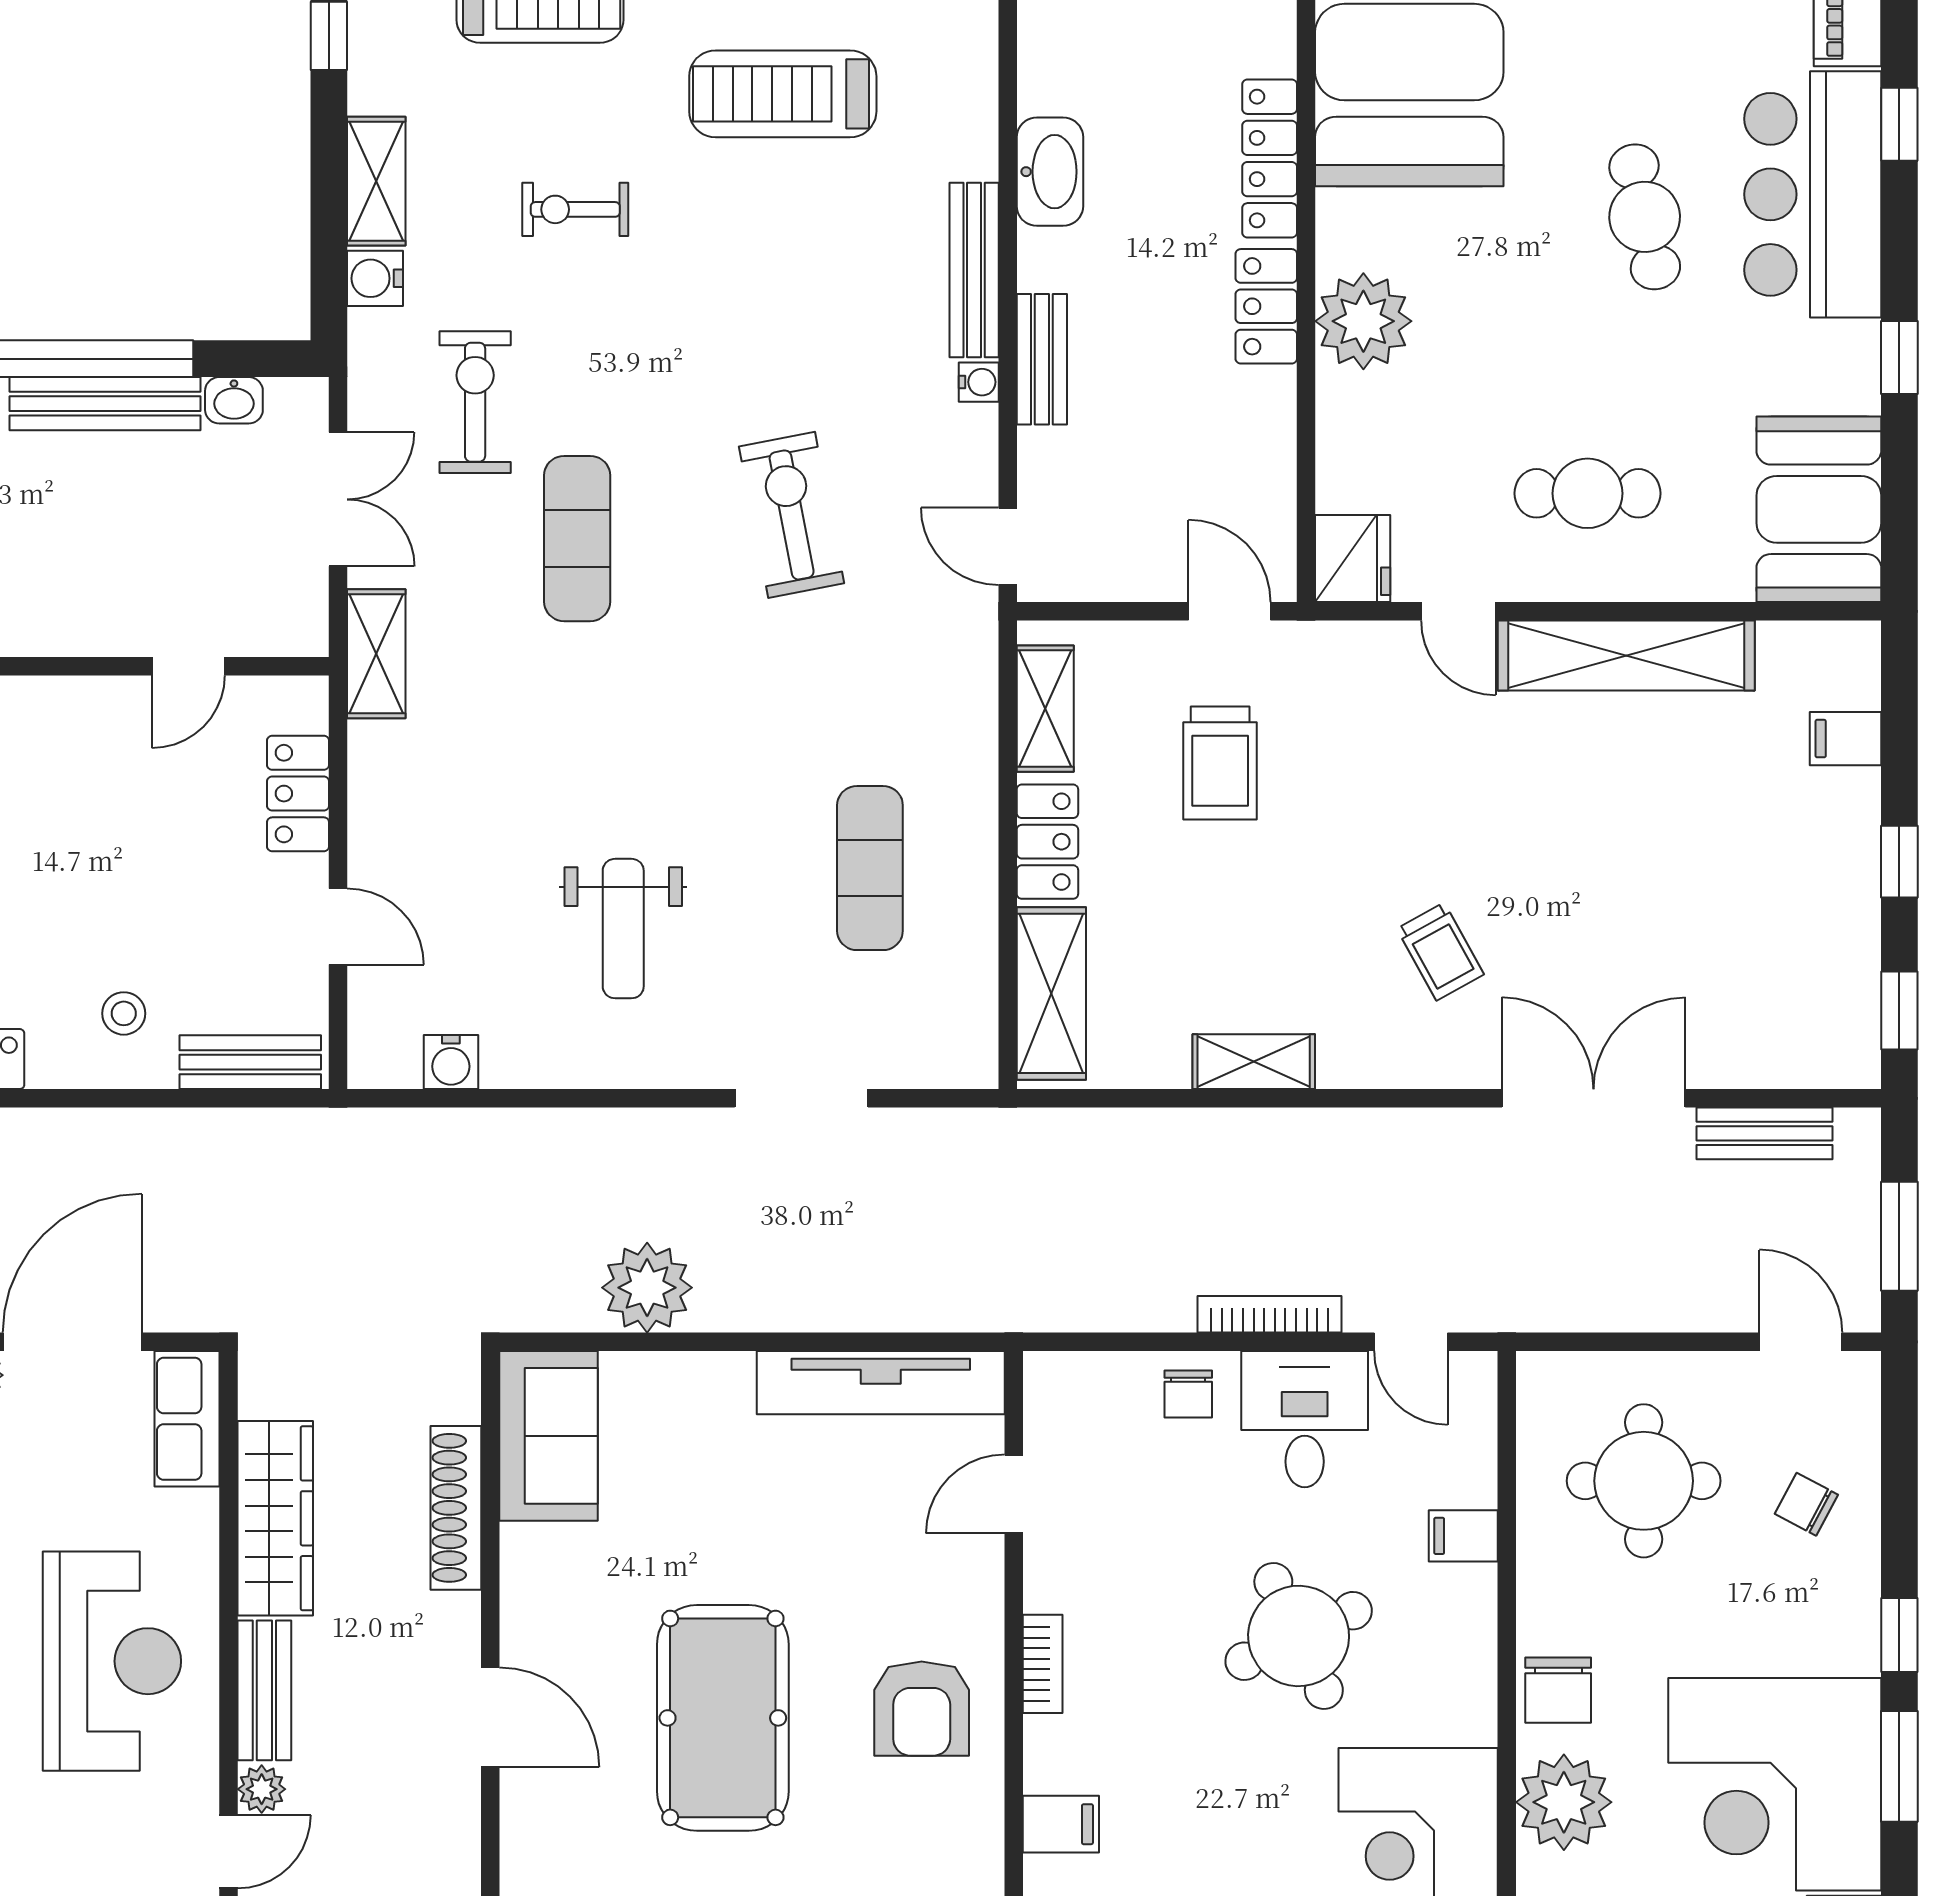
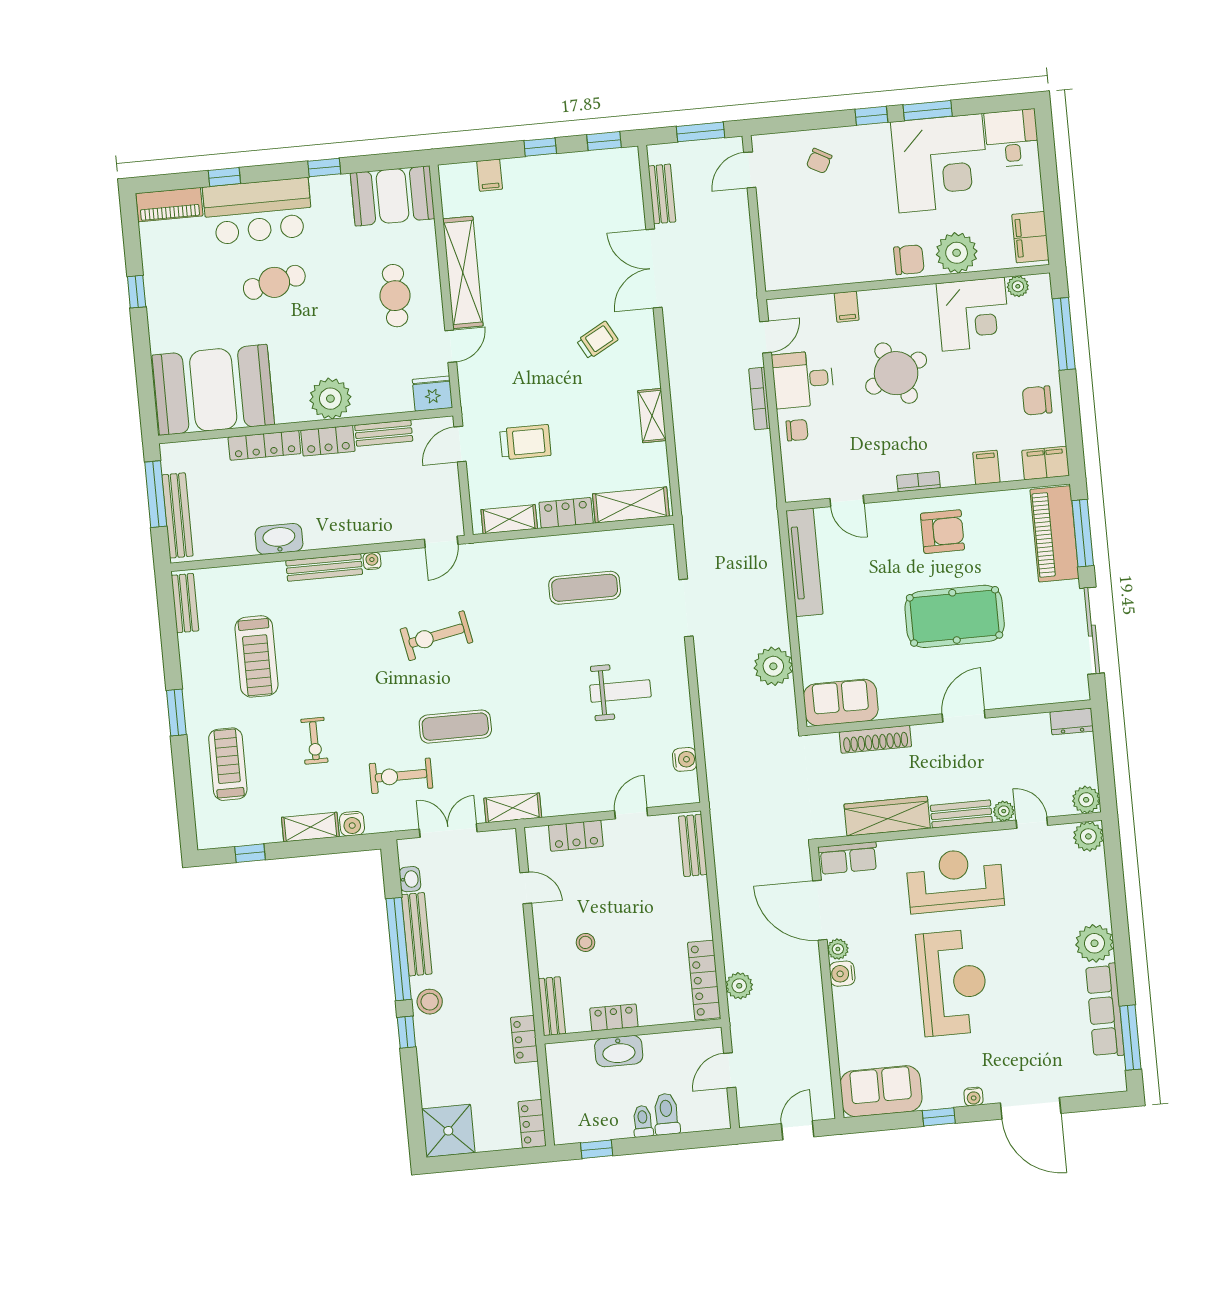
bench: (1042, 359) -> (384, 433), moved
stool: (124, 1013) -> (586, 942), moved
round table: (1644, 1481) -> (816, 232), removed

